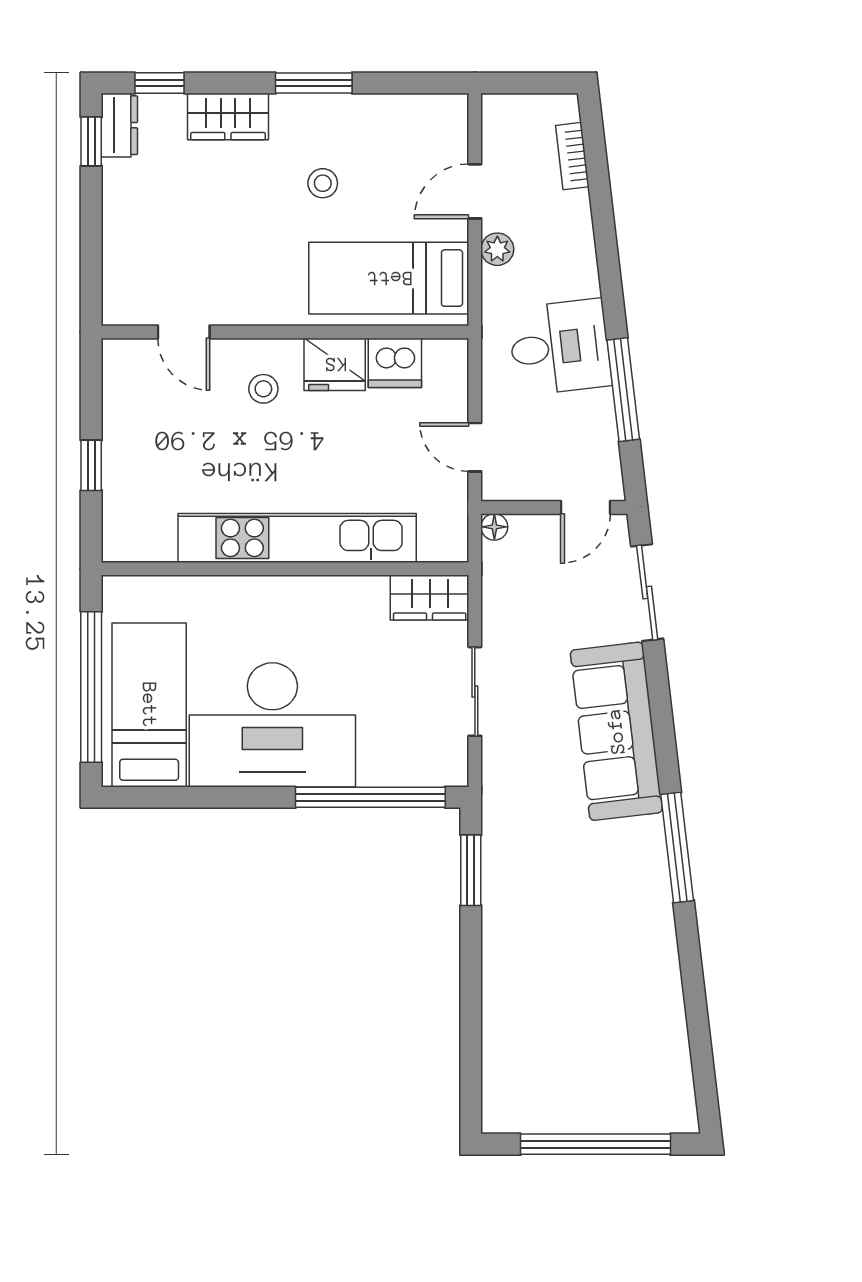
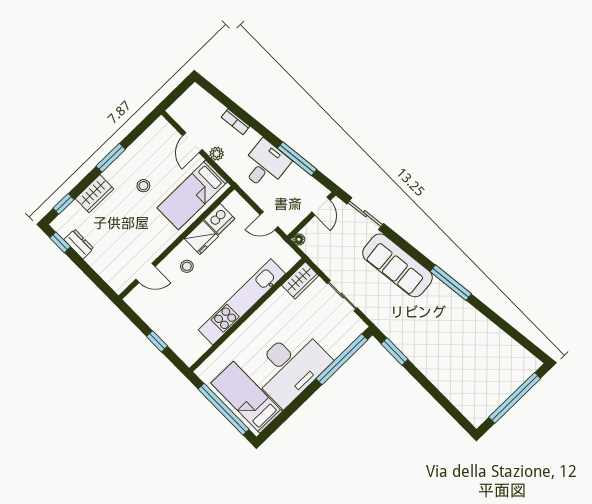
dresser: (119, 125) -> (79, 244), moved
bookcase: (572, 156) -> (235, 122), moved

